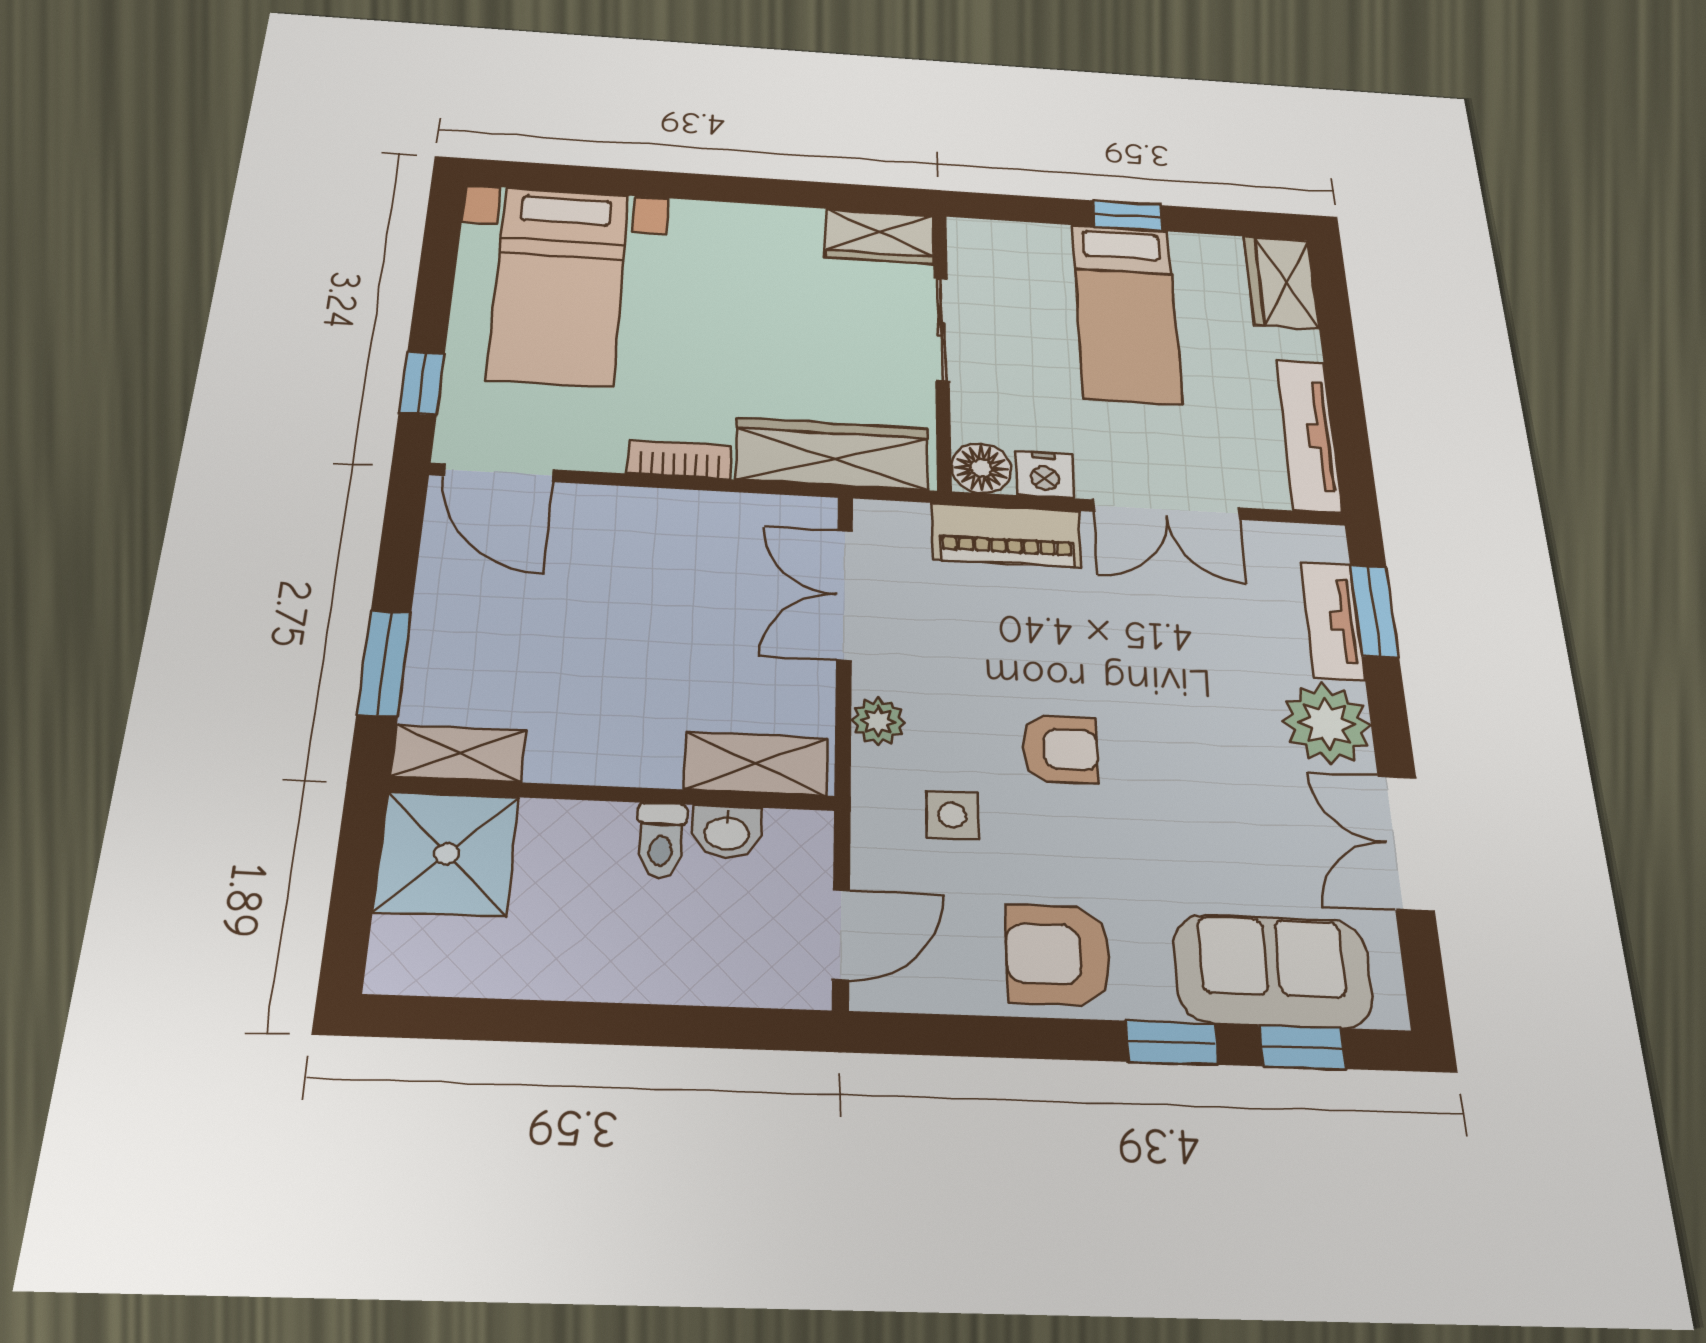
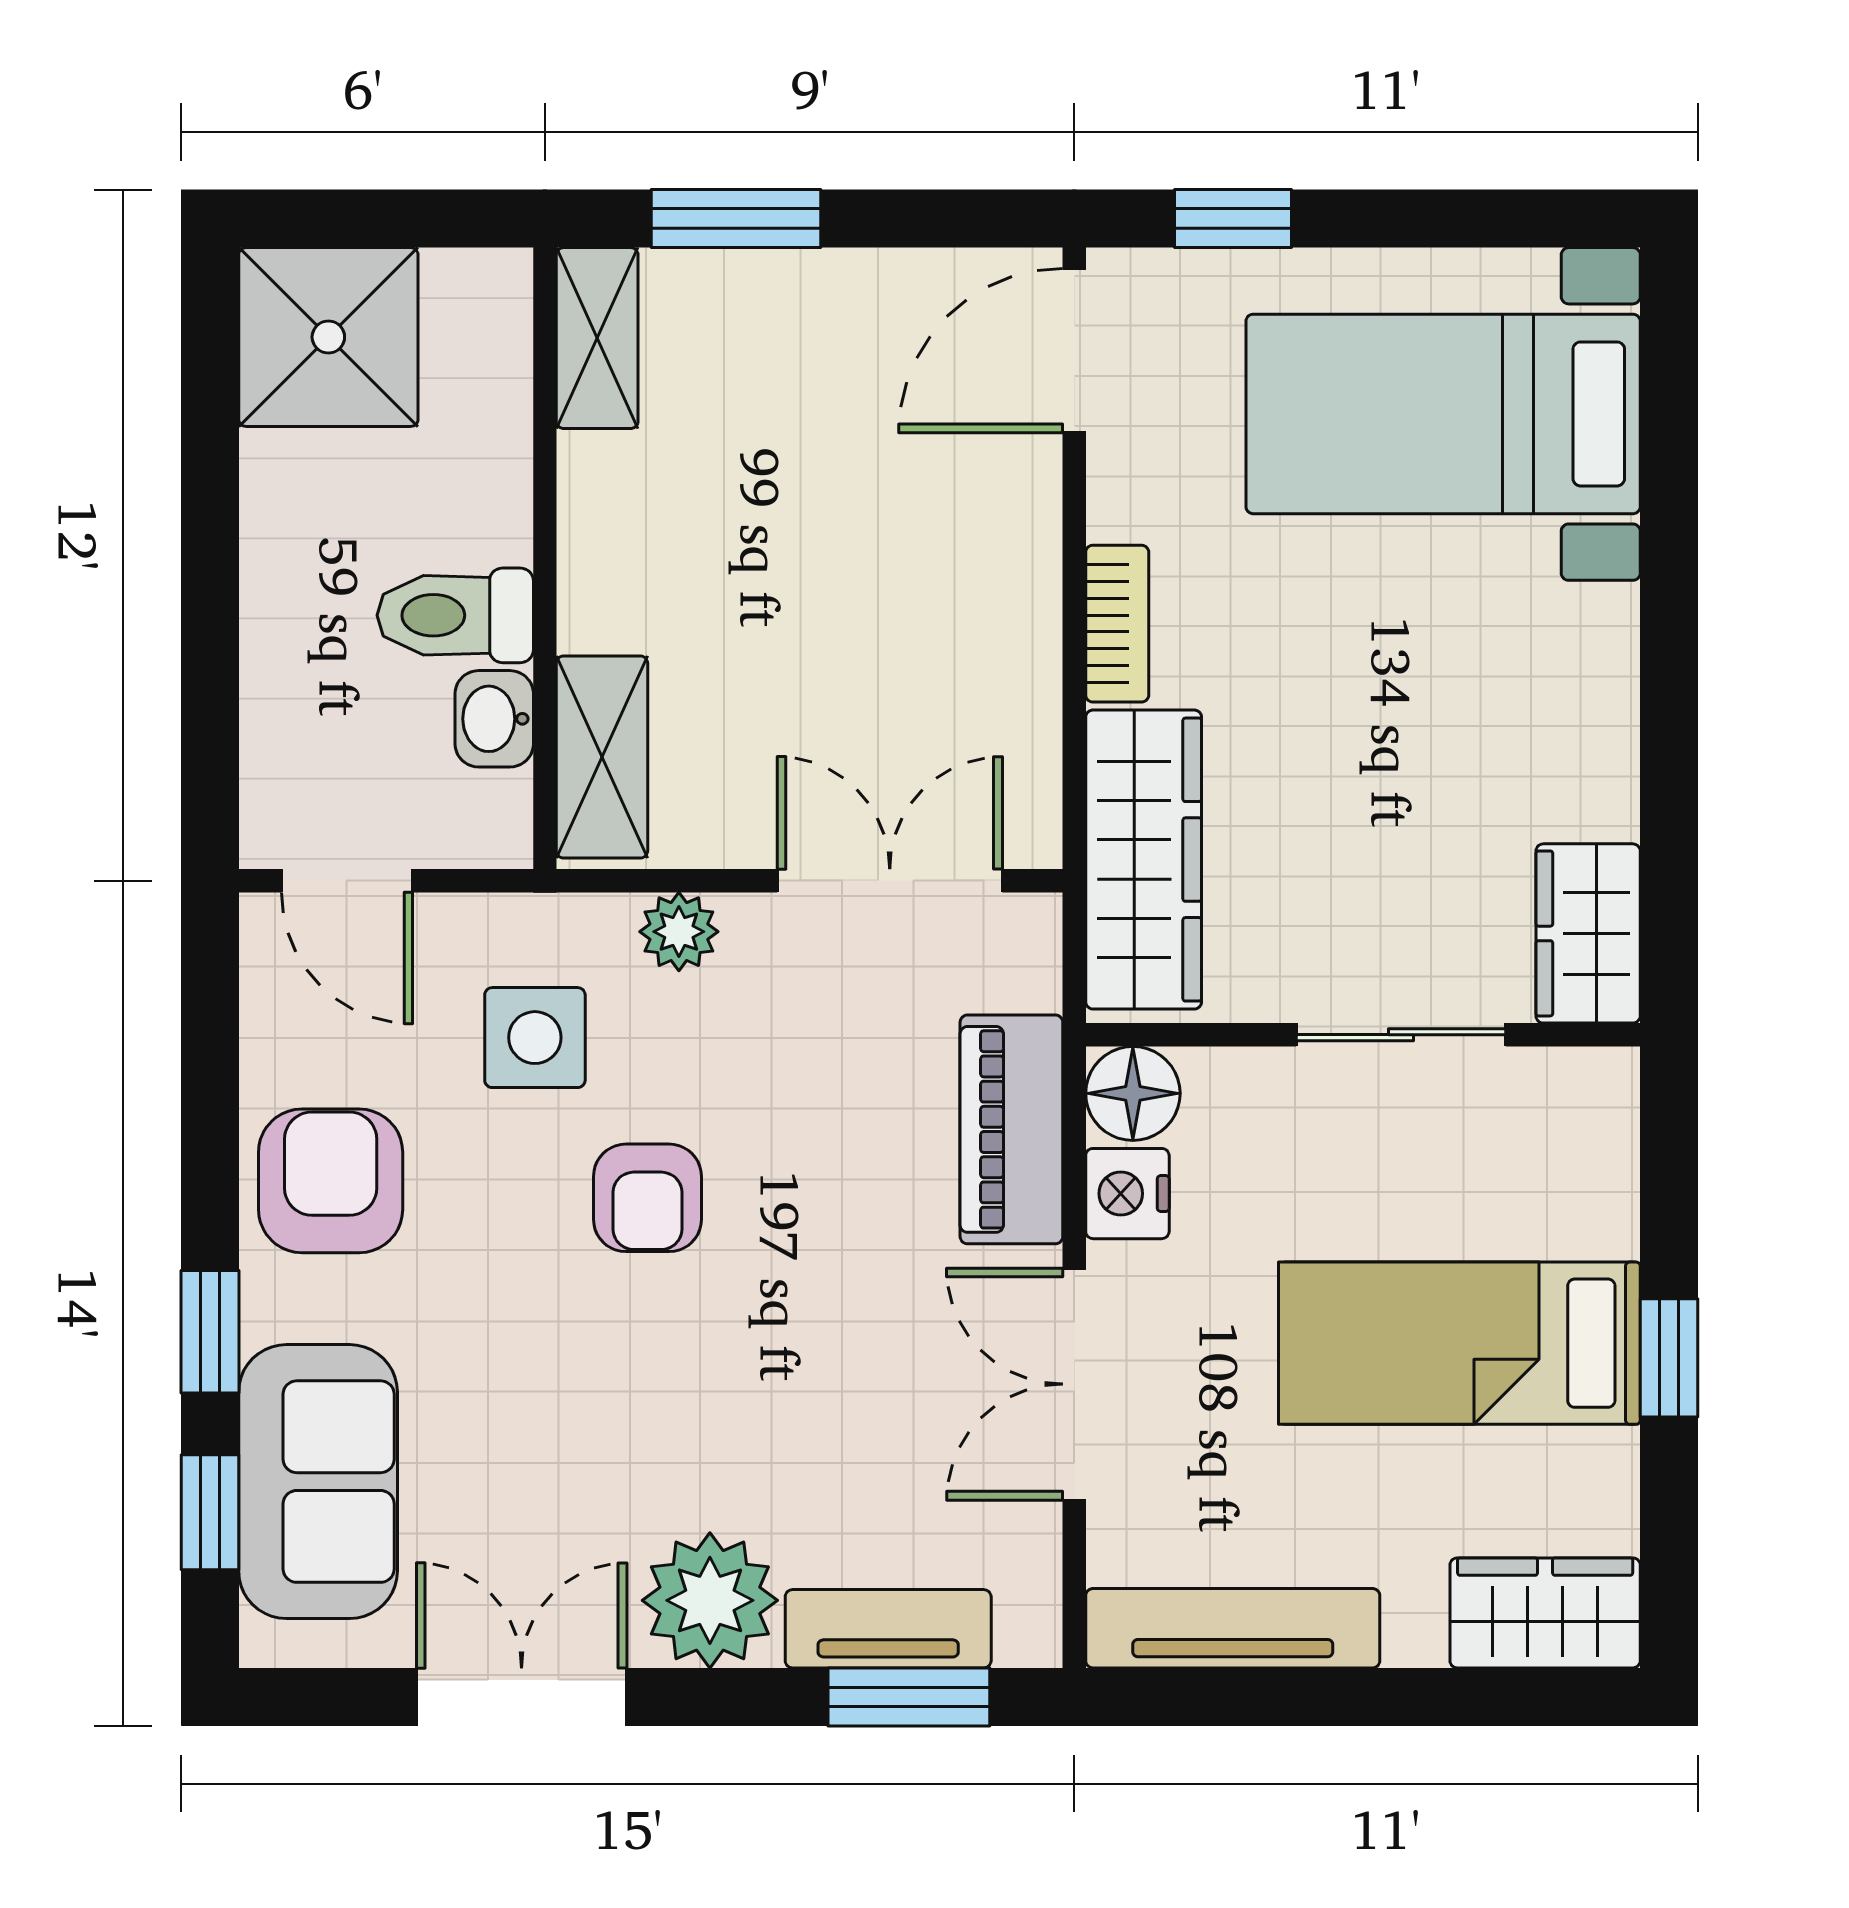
side table: (952, 815) -> (535, 1038), width x1.37, depth x1.37
toilet: (661, 840) -> (455, 615), width x1.37, depth x1.39
shower: (447, 854) -> (328, 337), moved

